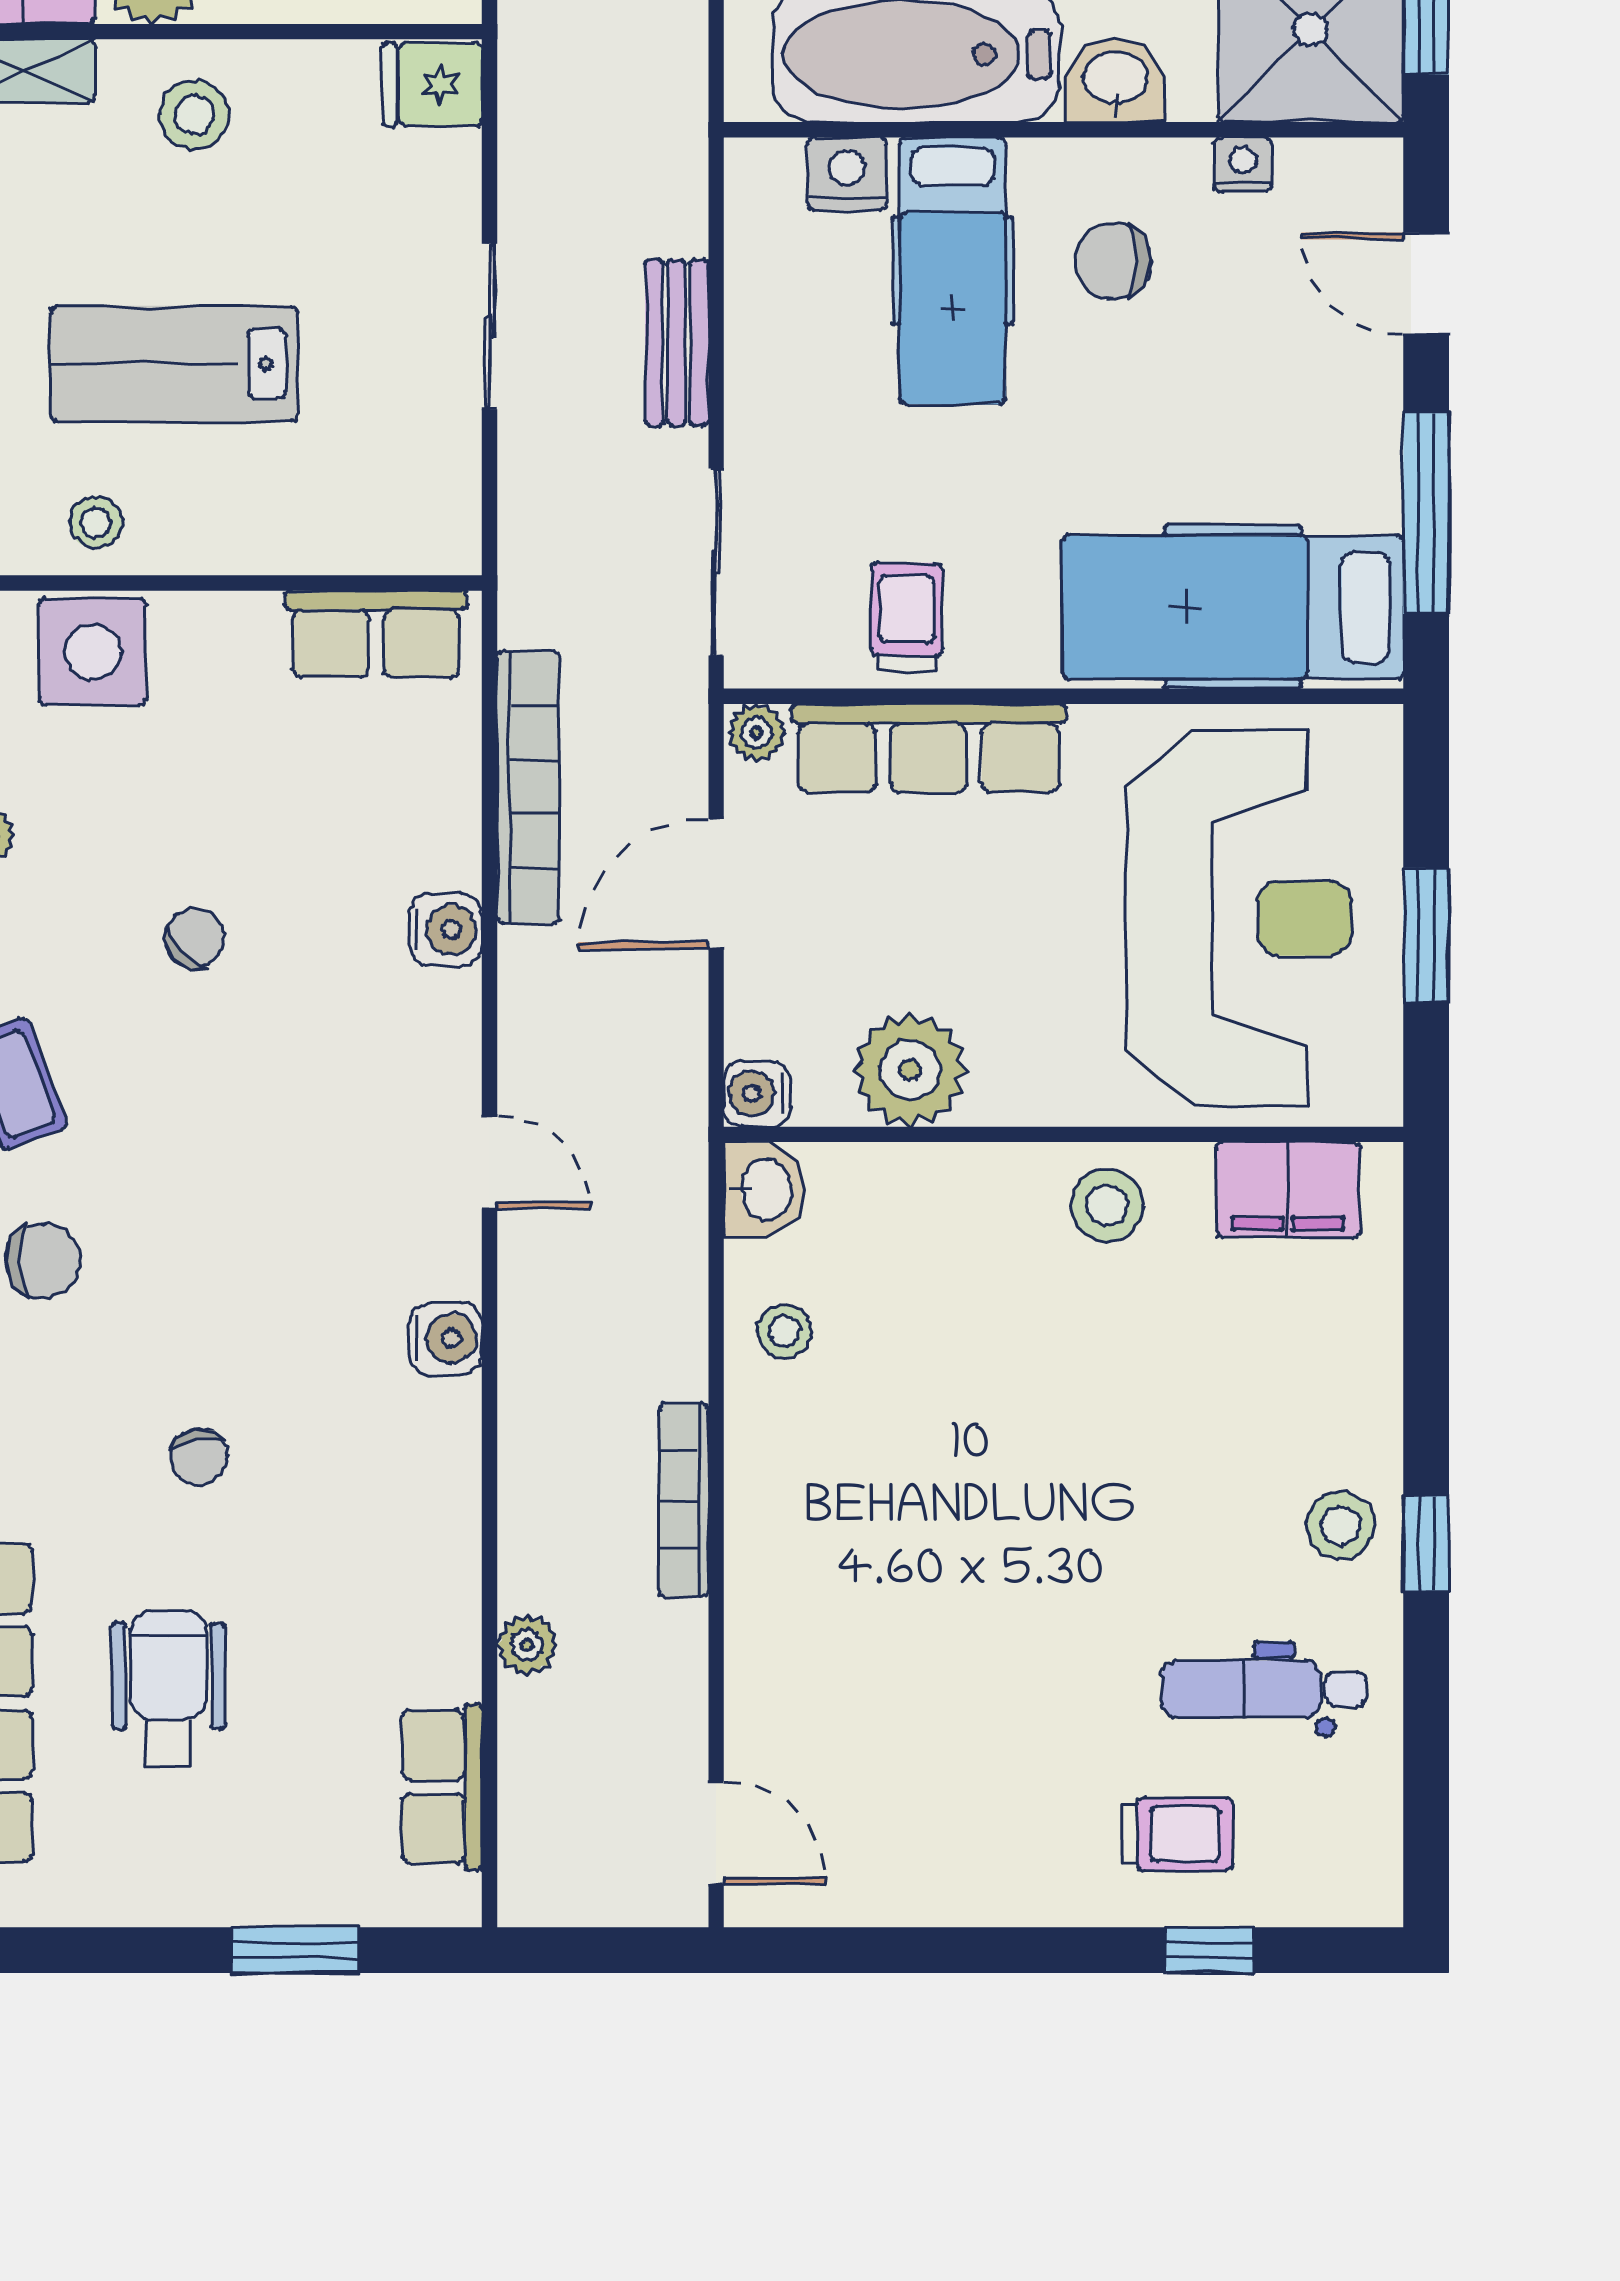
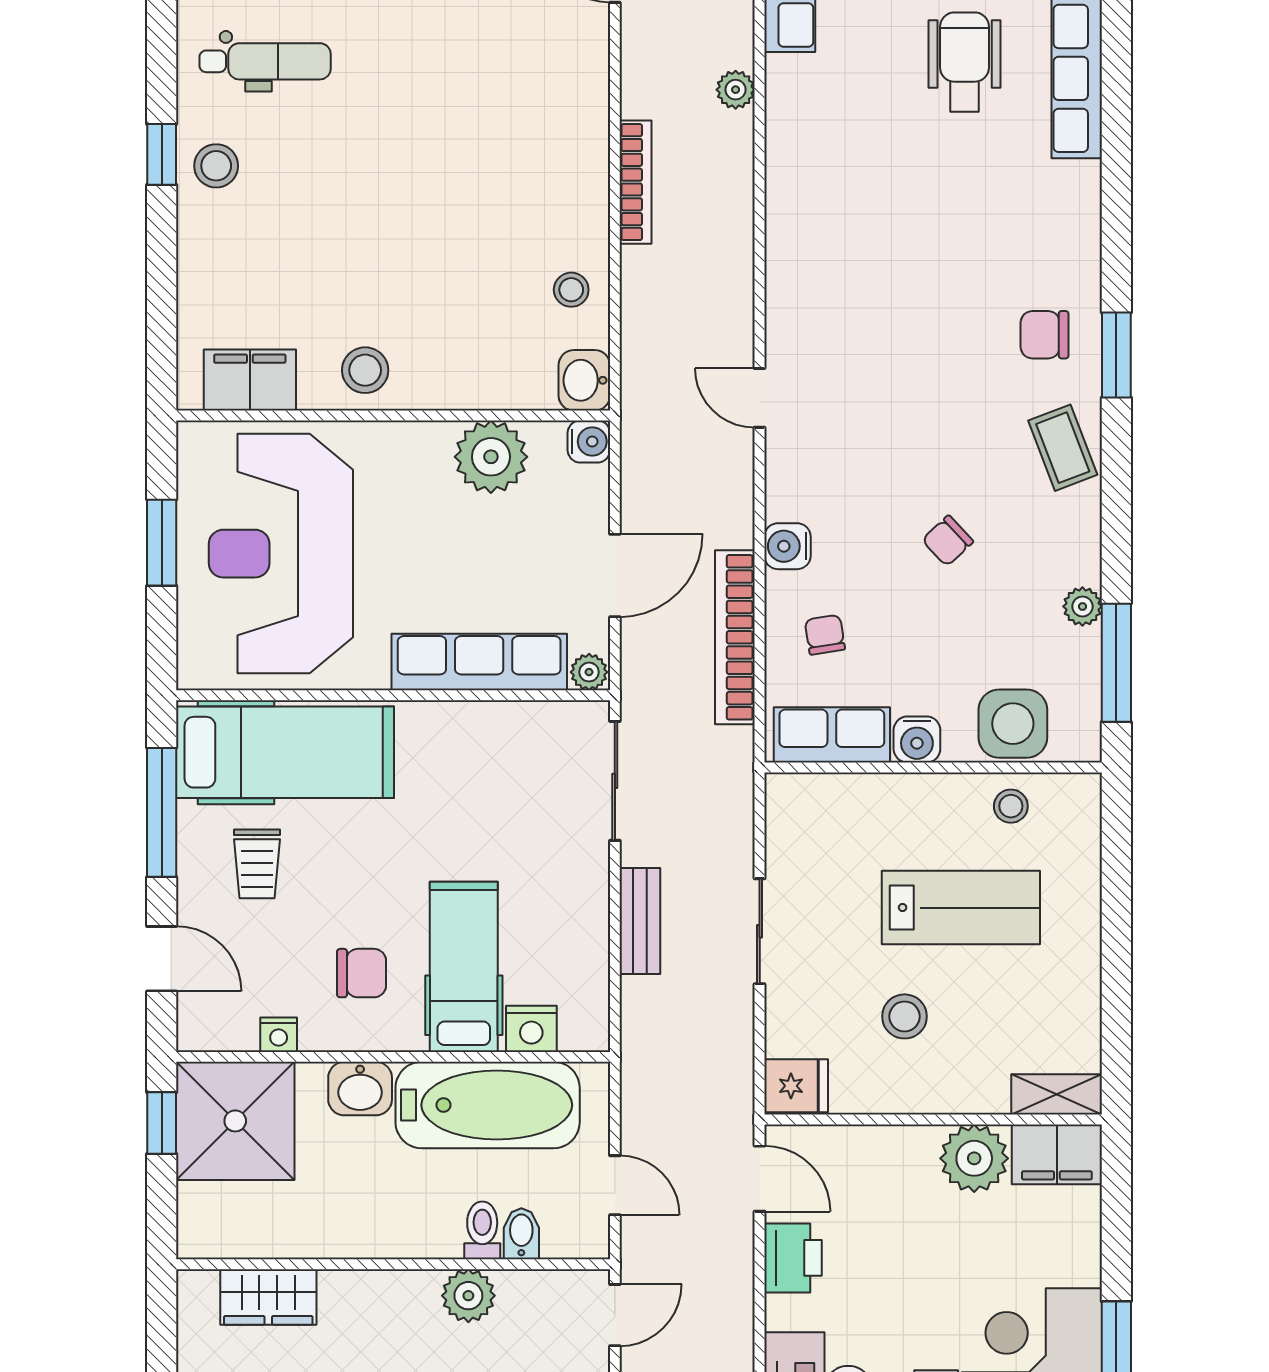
stool: (194, 115) -> (905, 1016), moved
trolley: (907, 617) -> (257, 864), moved
water cooler: (446, 1338) -> (917, 740), moved, turned -90
chair: (199, 1457) -> (825, 635), moved
wheelchair: (168, 1688) -> (965, 62), turned 180

